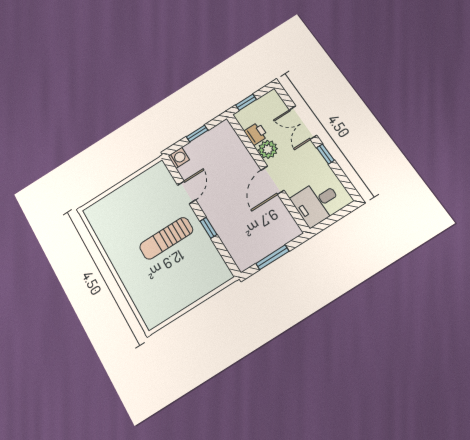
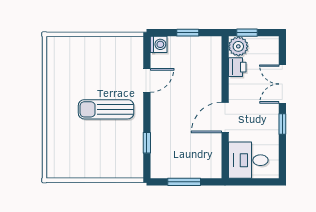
plant: (268, 149) -> (238, 46), moved
window: (208, 228) -> (147, 143), moved

